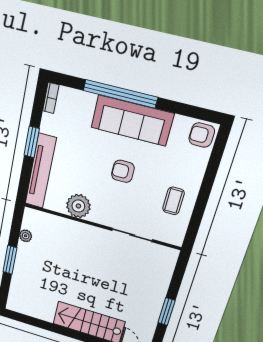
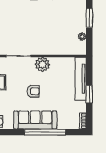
plant: (78, 206) -> (42, 64), moved

